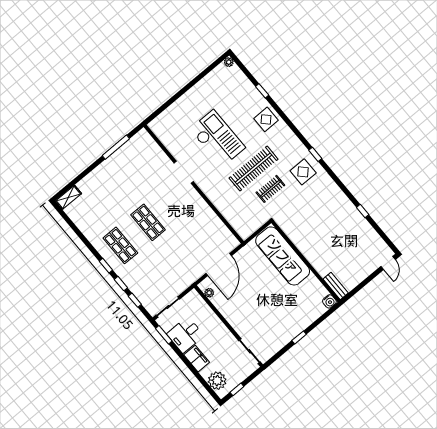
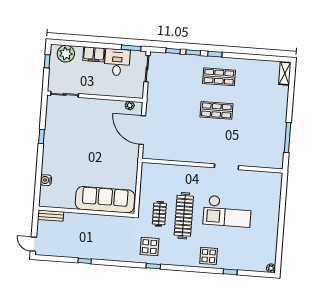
sofa: (283, 256) -> (105, 200), moved
wall: (306, 261) -> (86, 212), moved
bench: (336, 286) -> (51, 216), moved

